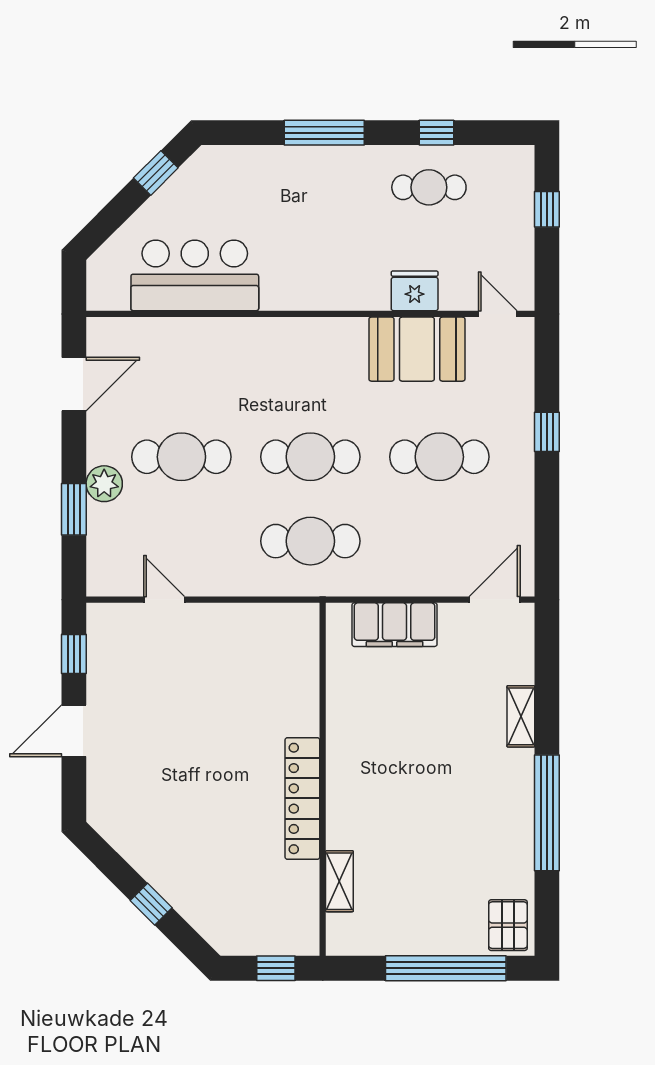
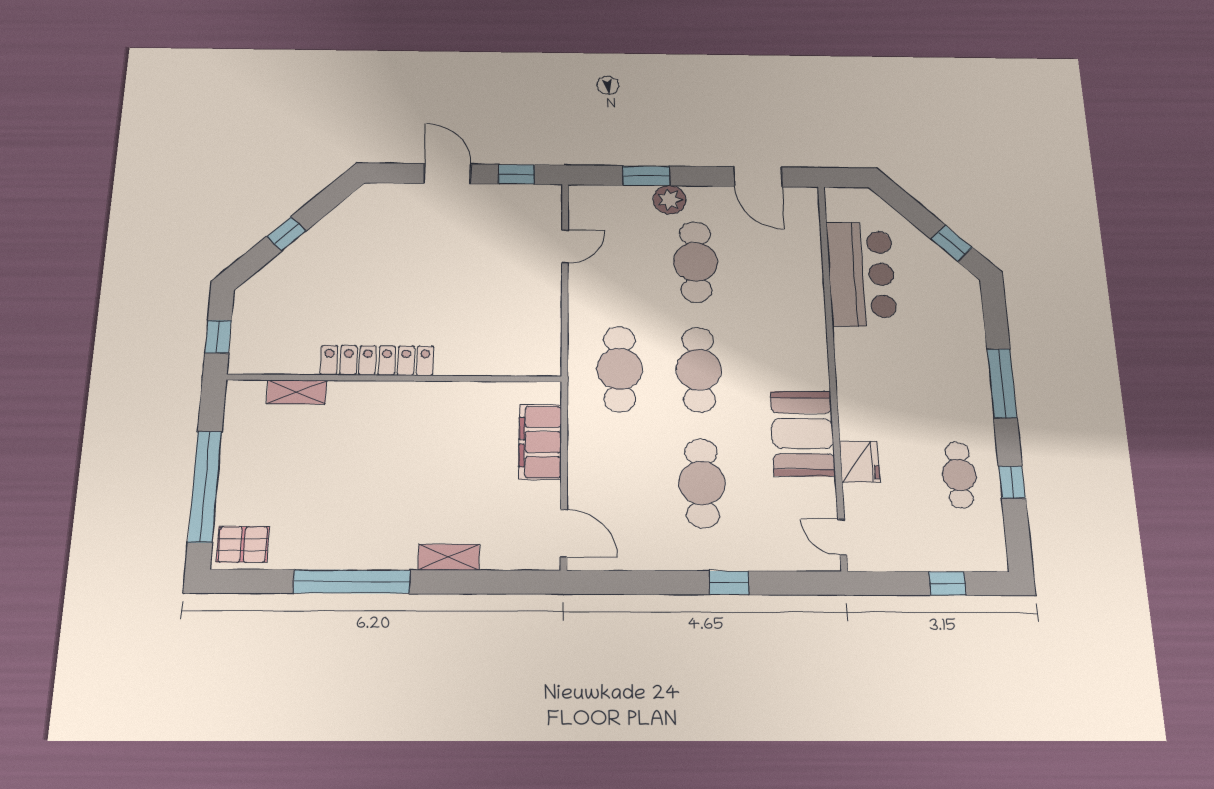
door: (498, 314) -> (842, 537), swing flipped
booth: (417, 349) -> (803, 433), moved

